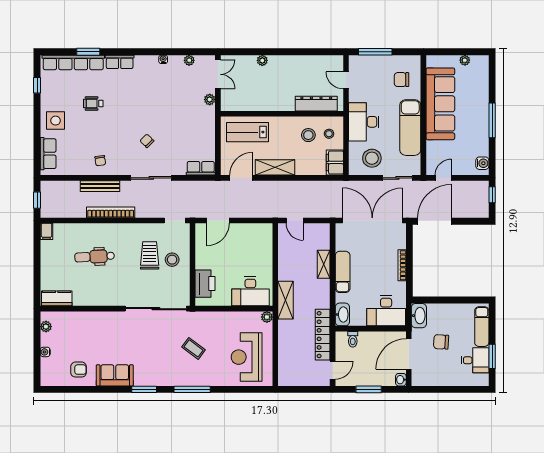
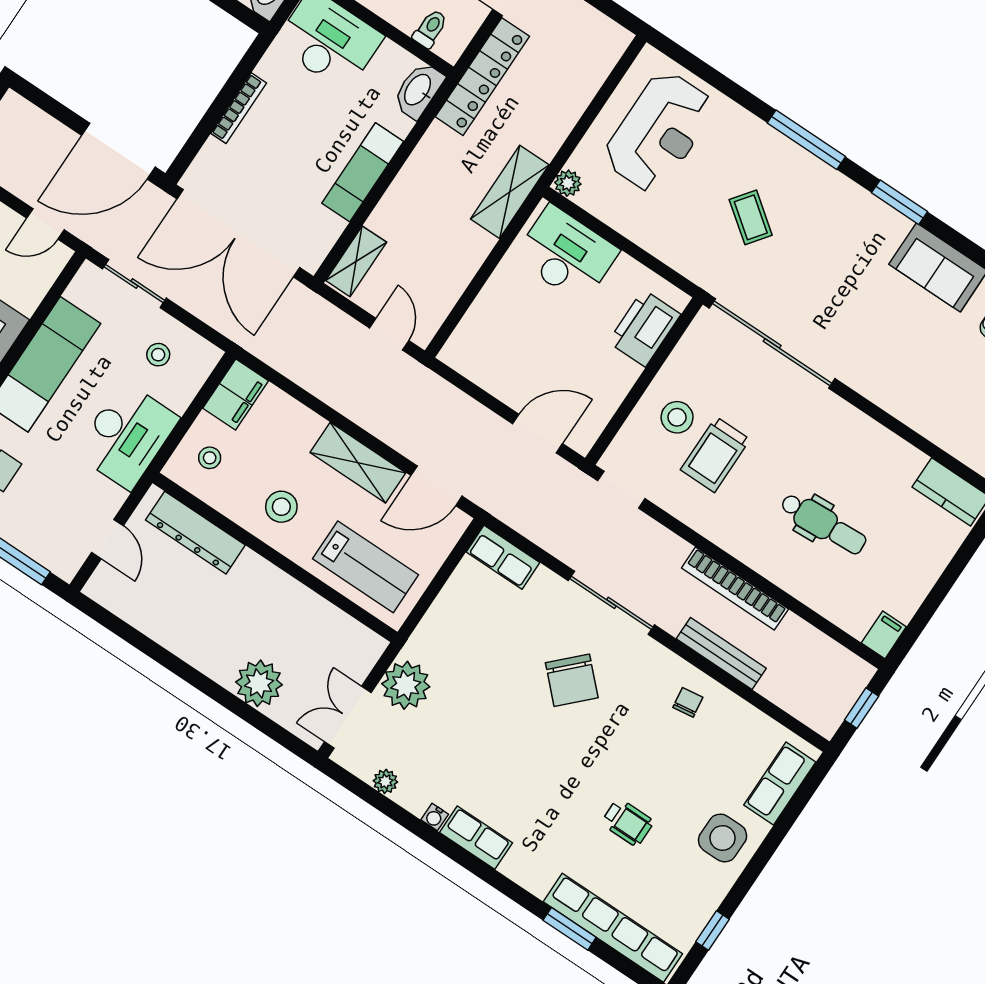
plant: (262, 60) -> (259, 683), width x1.87, depth x1.87
row of seats: (120, 62) -> (476, 838), moved
plant: (210, 99) -> (406, 685), width x1.88, depth x1.88
stool: (308, 135) -> (281, 507), moved
chair: (147, 141) -> (572, 680), width x1.87, depth x1.87
stool: (372, 158) -> (158, 355), width x0.53, depth x0.53
shelving: (324, 264) -> (356, 261), moved

